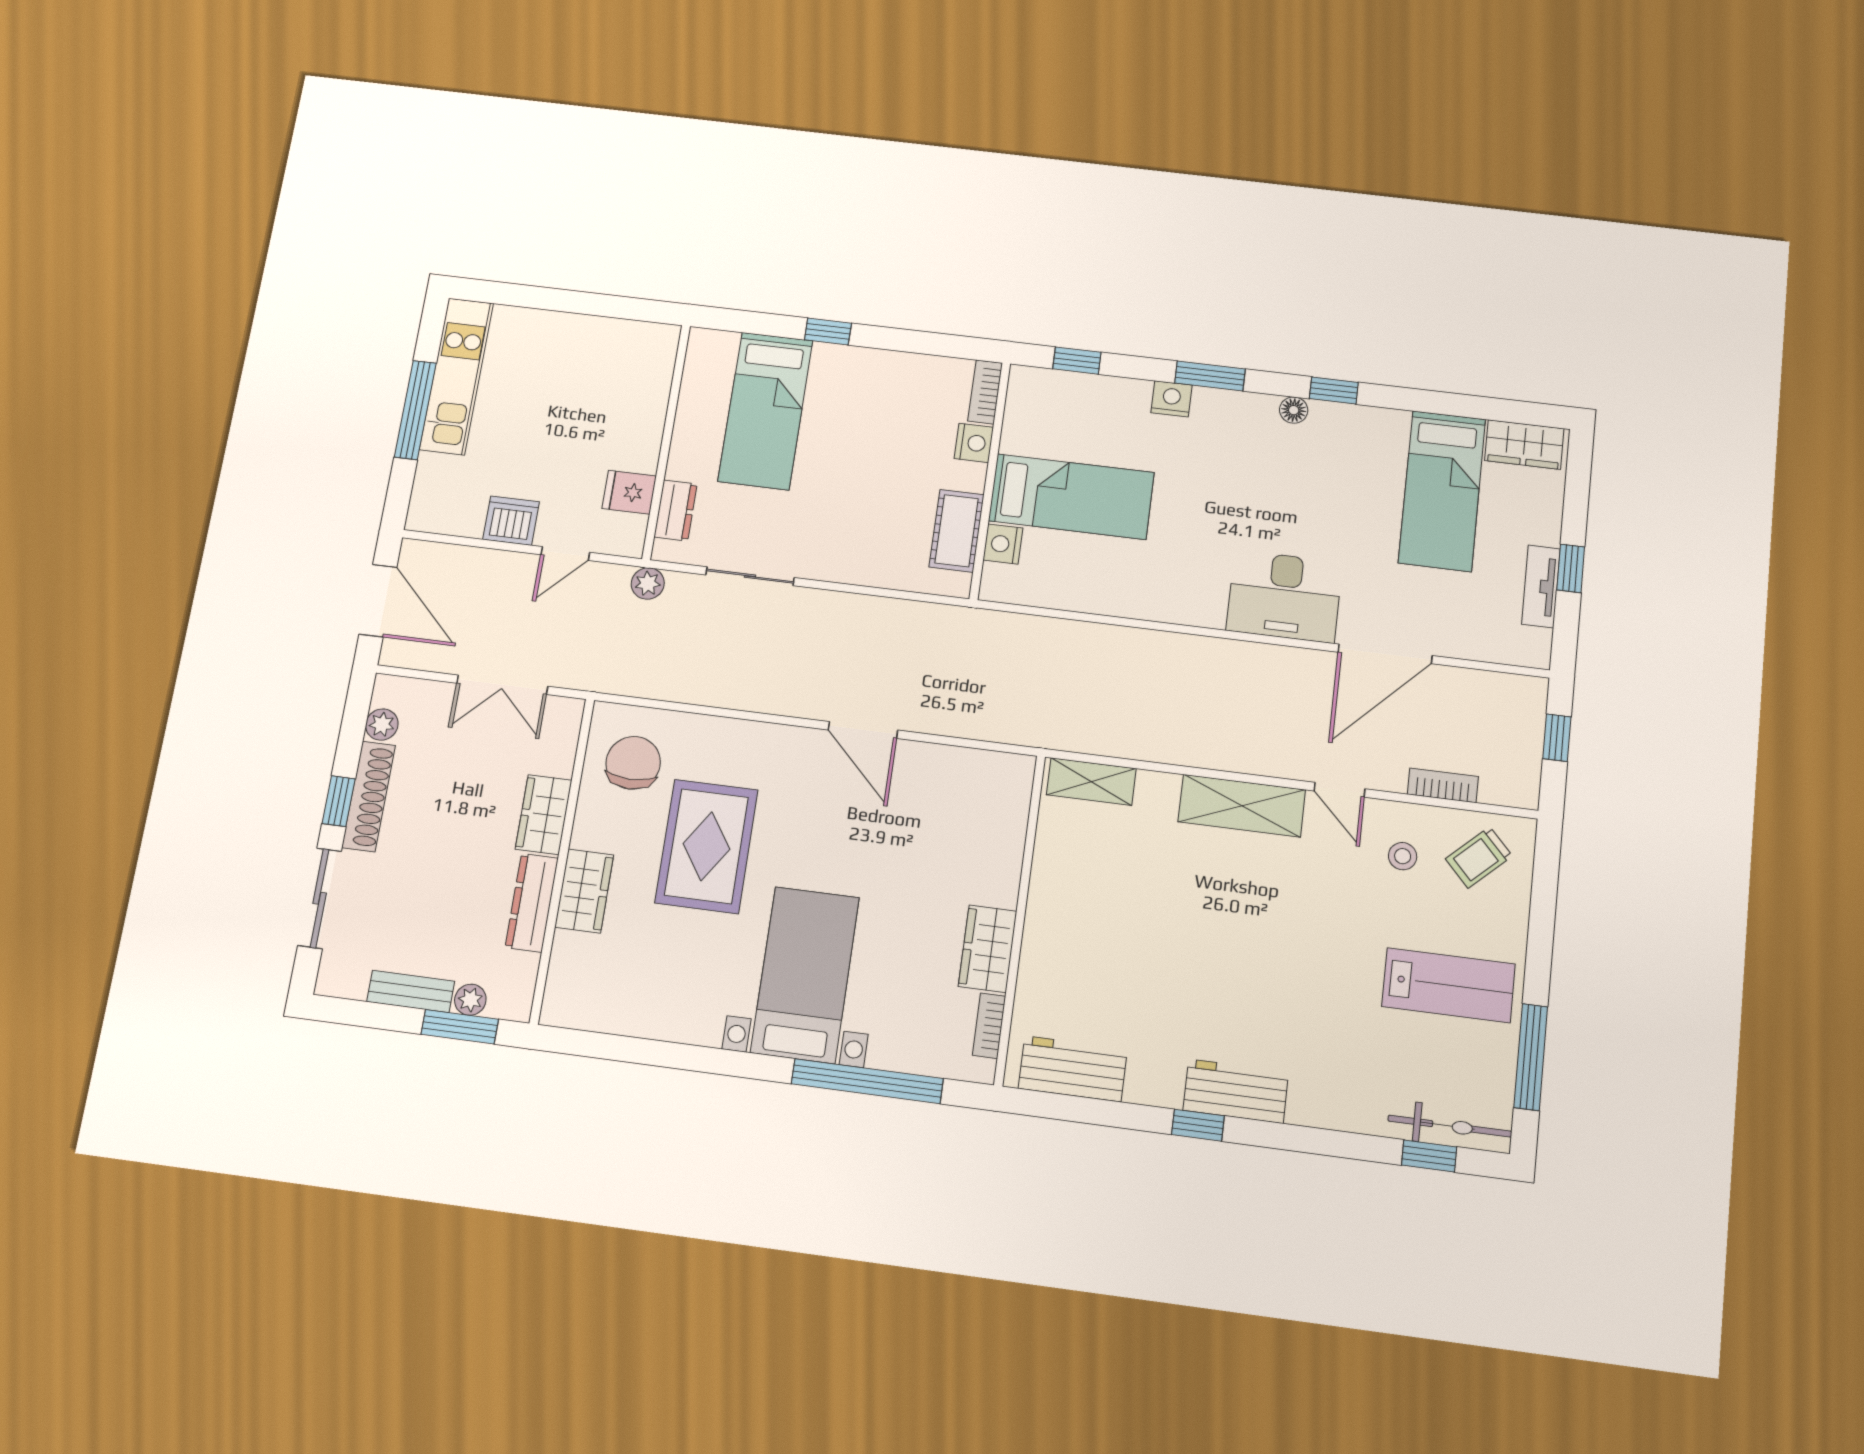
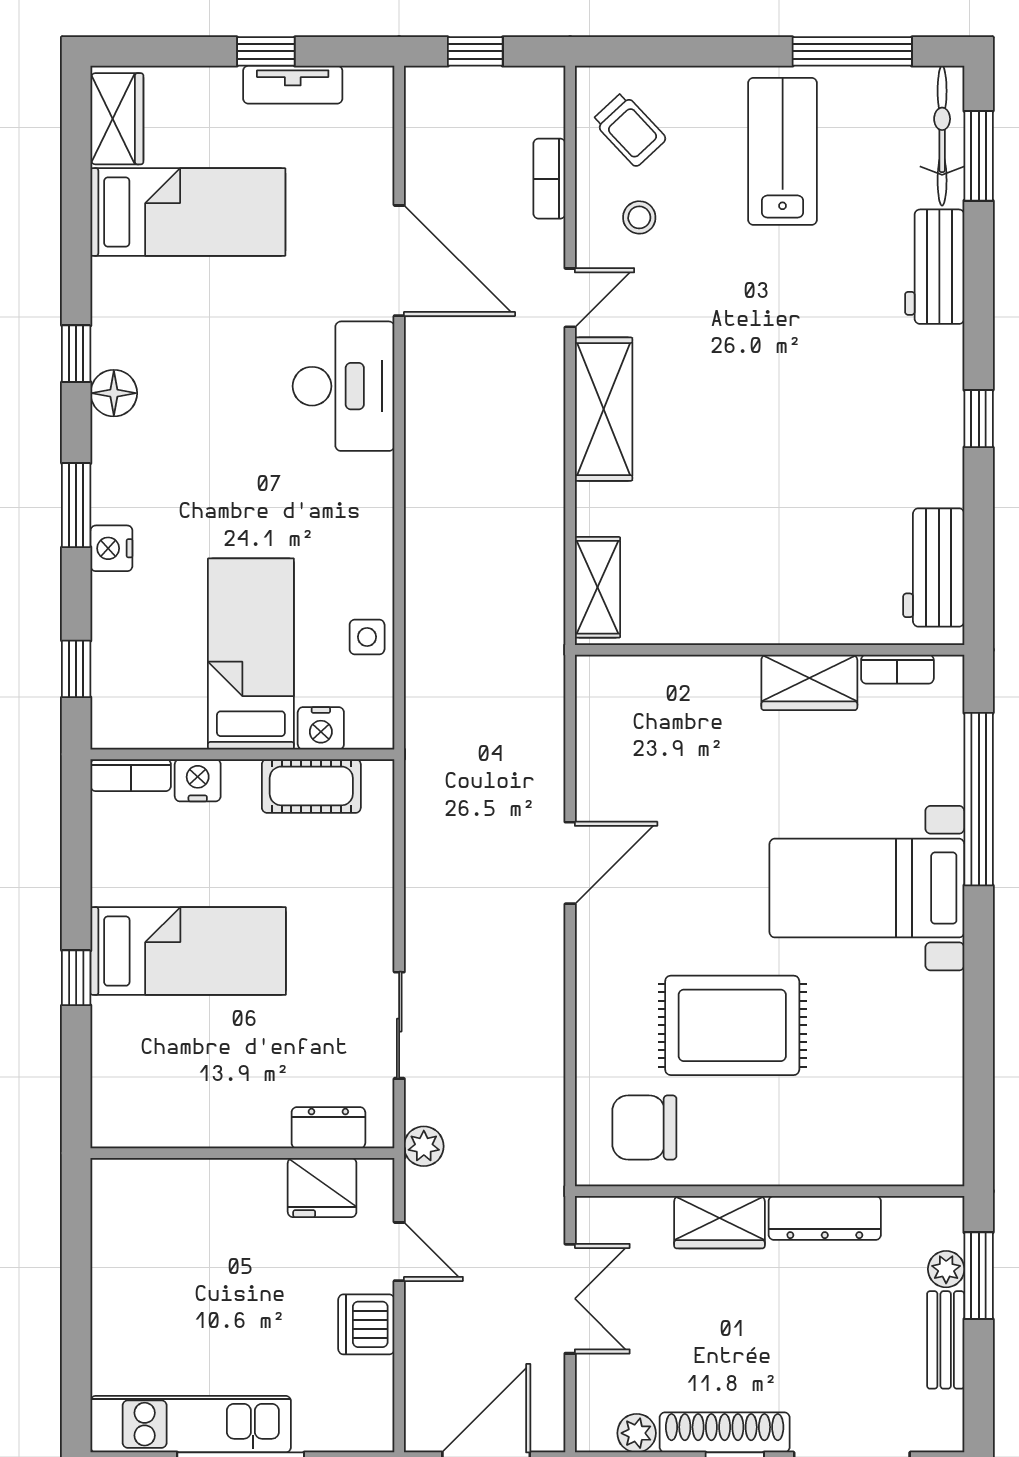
floor lamp: (1294, 410) -> (114, 393), width x1.37, depth x1.37
bed: (765, 411) -> (188, 951), moved
fridge: (629, 492) -> (322, 1188), width x1.38
side table: (1073, 590) -> (367, 637), added
wardrobe: (584, 891) -> (803, 1159), removed
workbench: (1236, 1091) -> (935, 267), moved
window: (1429, 1156) -> (979, 156), width x1.50

